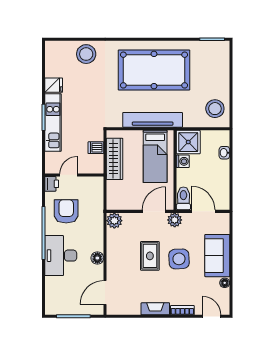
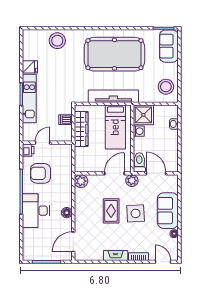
sofa: (218, 61) -> (169, 46), added
armchair: (66, 211) -> (40, 173), turned -90

